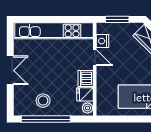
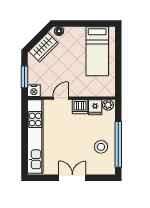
nightstand: (103, 41) -> (34, 91), moved

